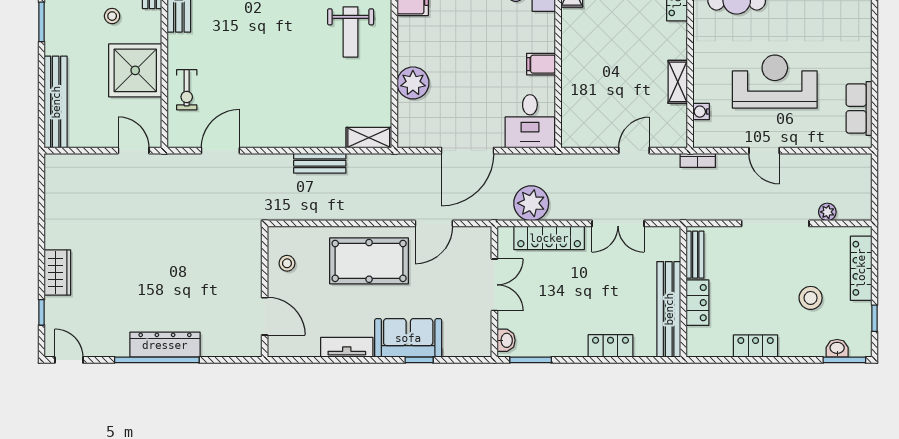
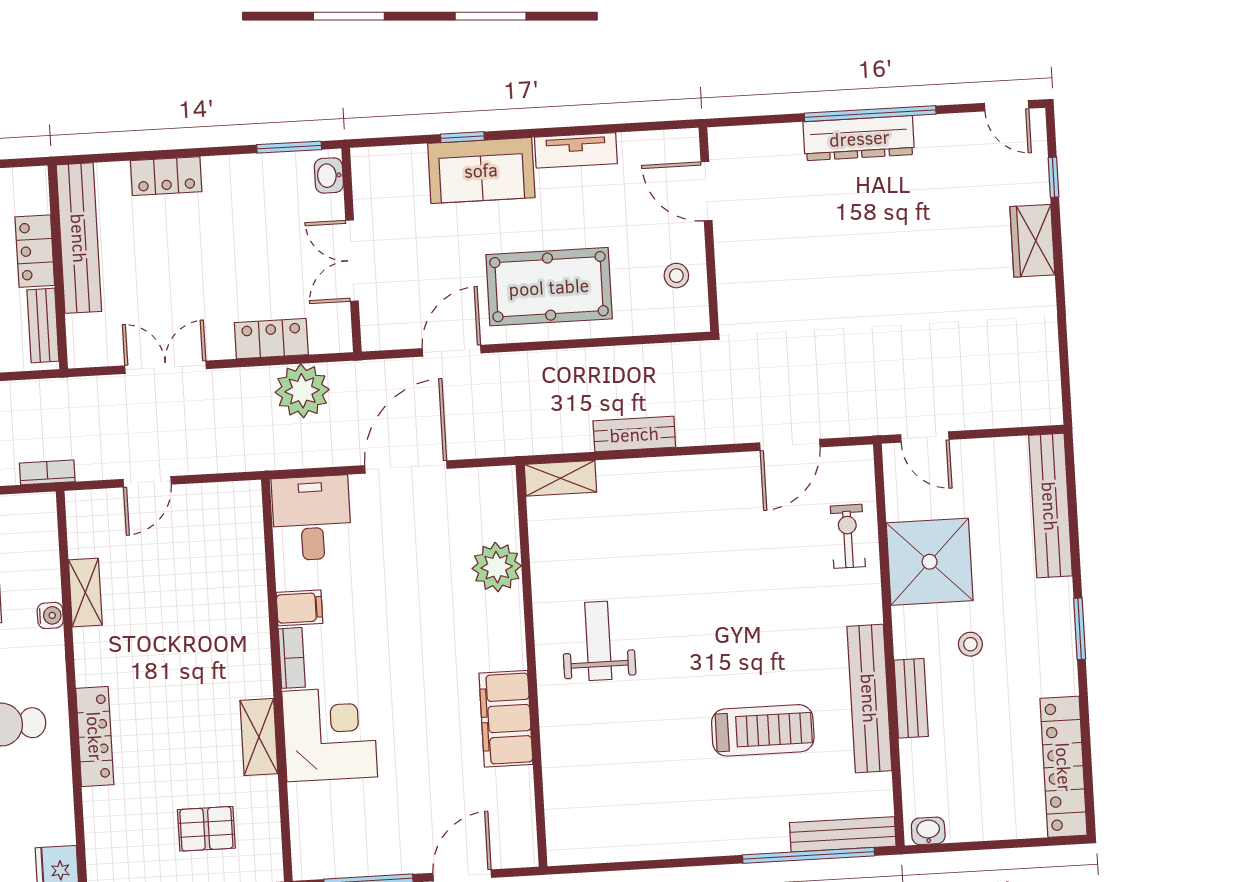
bookcase: (548, 32) -> (292, 658), added
water cooler: (701, 112) -> (50, 615), moved
locker: (549, 238) -> (271, 339), width x0.66

